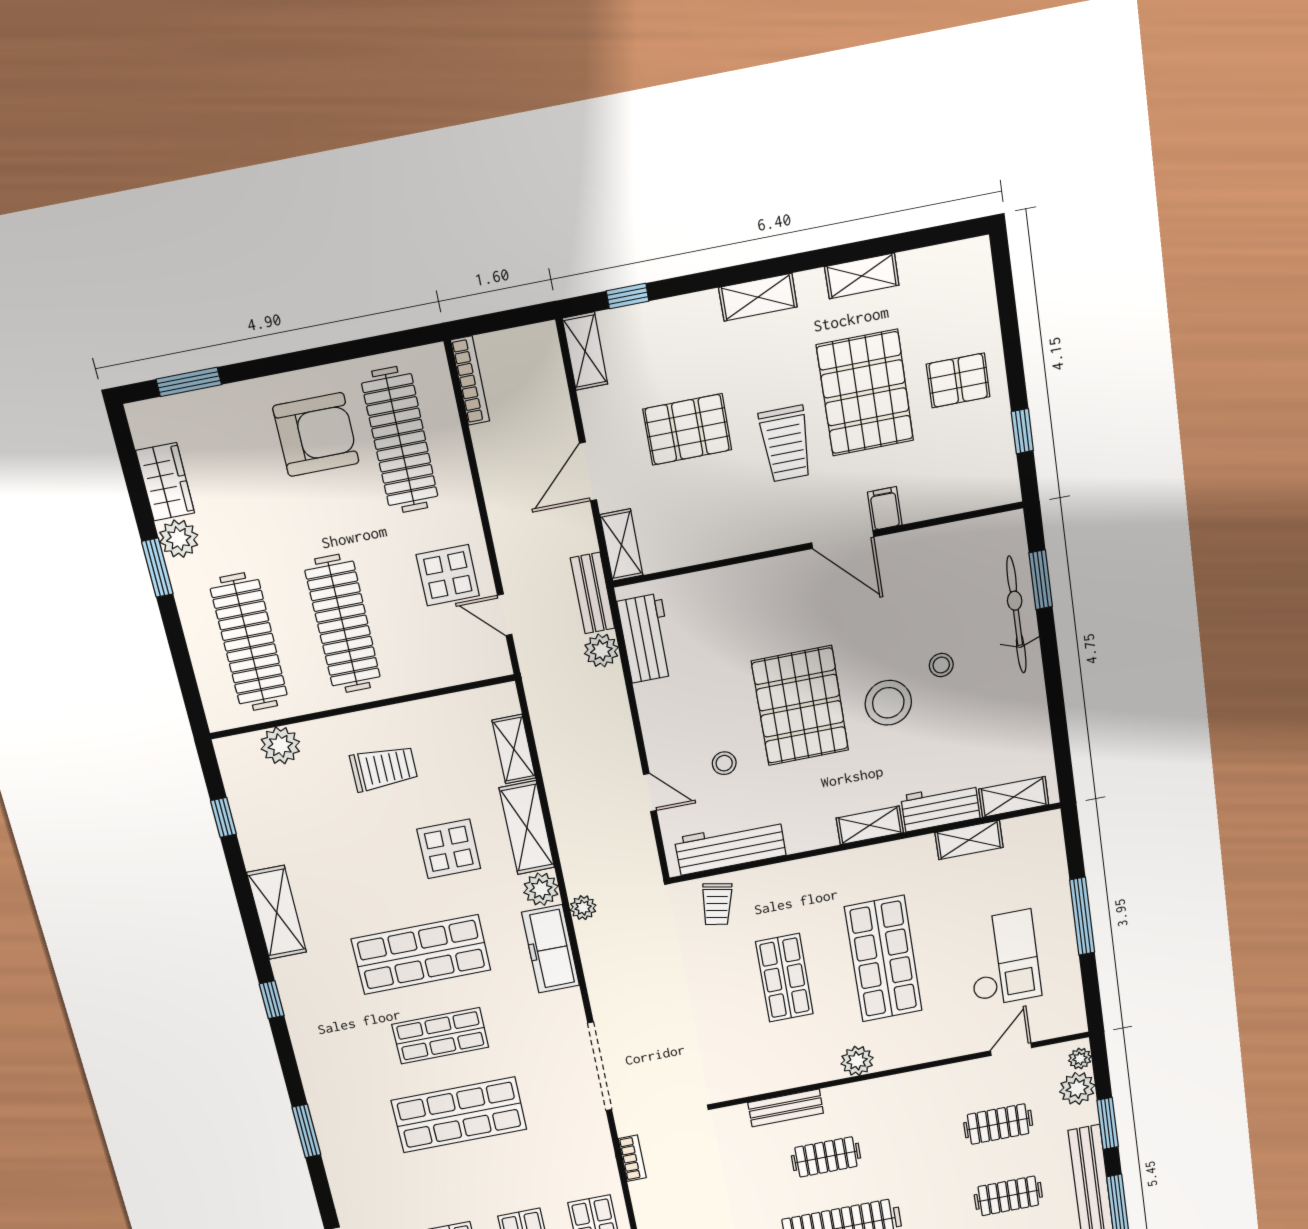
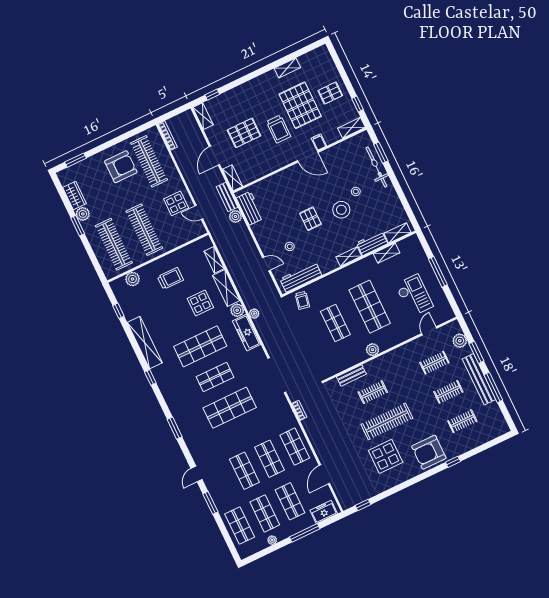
shelving: (758, 297) -> (352, 128), moved
pallet: (800, 706) -> (310, 219), width x0.49, depth x0.50
shelving: (277, 912) -> (145, 343), width x1.47
plant: (1080, 1059) -> (457, 328), removed

